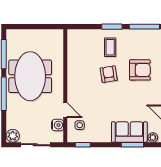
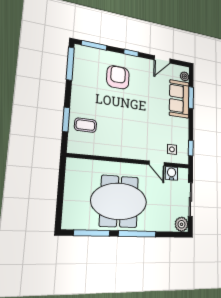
window: (112, 27) -> (66, 120), moved
coffee table: (110, 47) -> (85, 125), moved
armchair: (109, 74) -> (121, 111), removed
door: (65, 110) -> (157, 163), swing flipped

